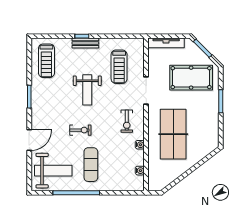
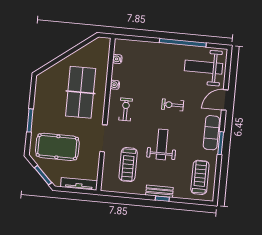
treadmill: (119, 67) -> (128, 165), turned 180
exercise mat: (91, 165) -> (211, 133), moved

